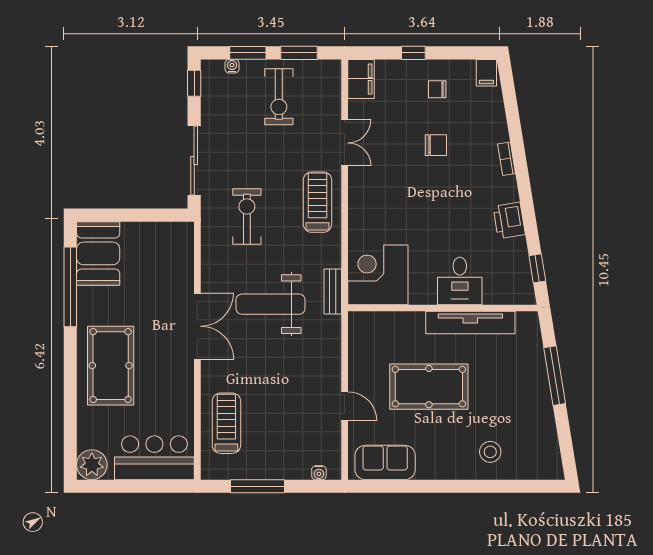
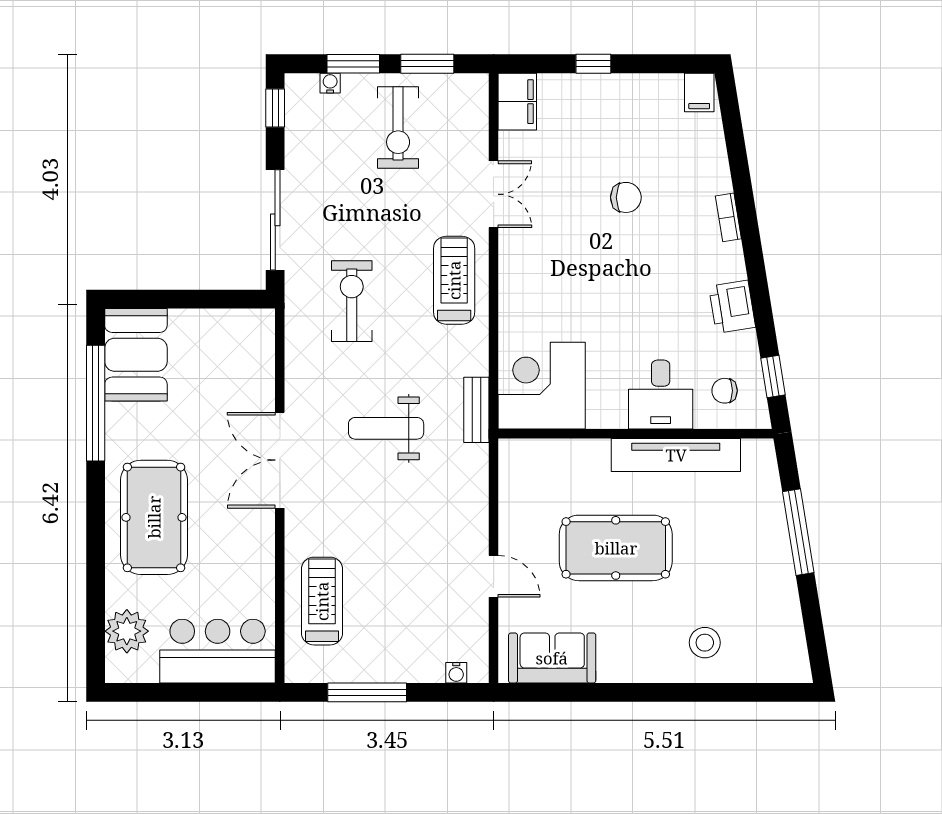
chair: (437, 89) -> (725, 391), moved
weight bench: (271, 304) -> (386, 428), width x0.73, depth x0.75
double door: (197, 326) -> (280, 460), swing flipped
plant: (92, 465) -> (127, 631), moved

